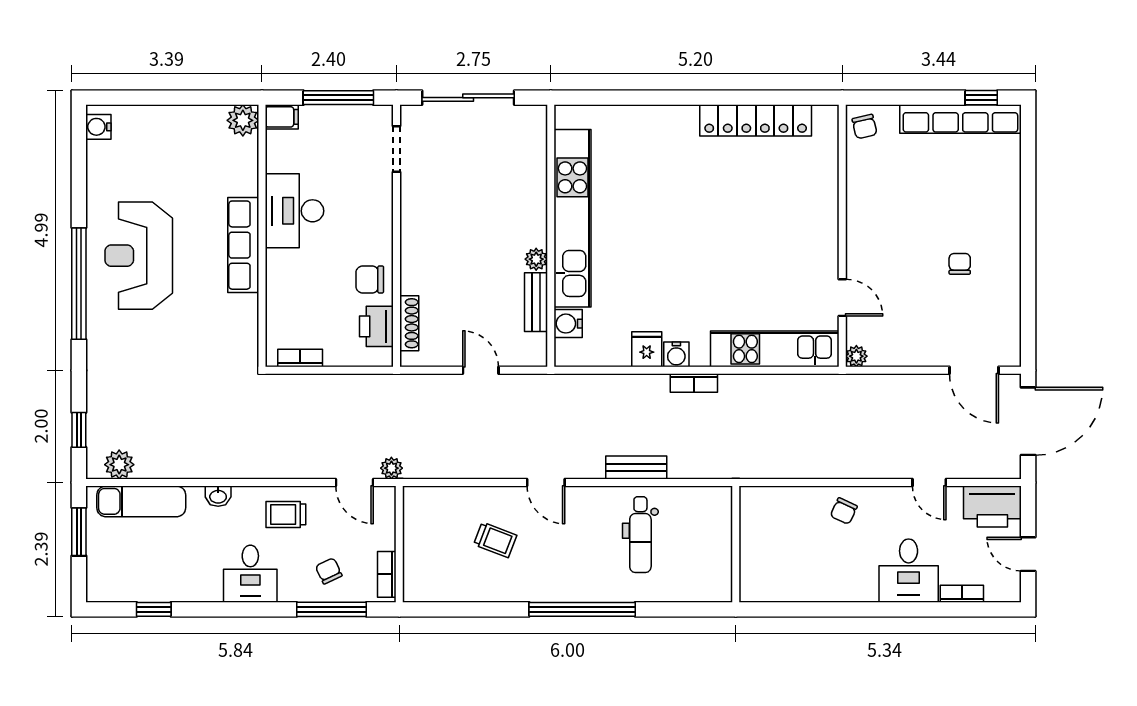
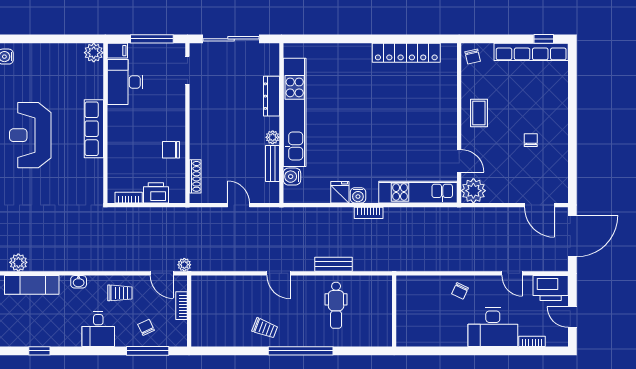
dresser: (534, 192) -> (271, 96), added
desk: (294, 211) -> (125, 82), moved
coffee table: (875, 219) -> (479, 113), added
printer: (376, 326) -> (156, 193), moved, turned 90
plant: (856, 356) -> (473, 191), width x1.88, depth x1.88
trolley: (286, 514) -> (120, 293), turned 180
trolley: (495, 540) -> (265, 328), moved
desk: (909, 571) -> (493, 327), width x1.37
bookcase: (387, 574) -> (181, 306), moved

